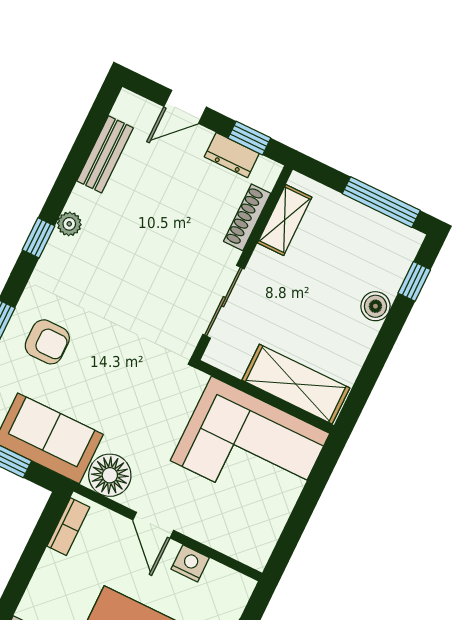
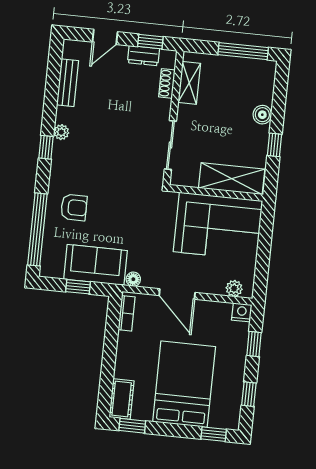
shoe rack: (247, 217) -> (167, 83), width x0.70
window: (414, 281) -> (275, 145), moved
floor lamp: (110, 475) -> (133, 279), width x0.53, depth x0.53
door: (153, 525) -> (177, 294), width x1.37
plant: (240, 548) -> (234, 288), added
nightstand: (190, 563) -> (242, 312), moved

